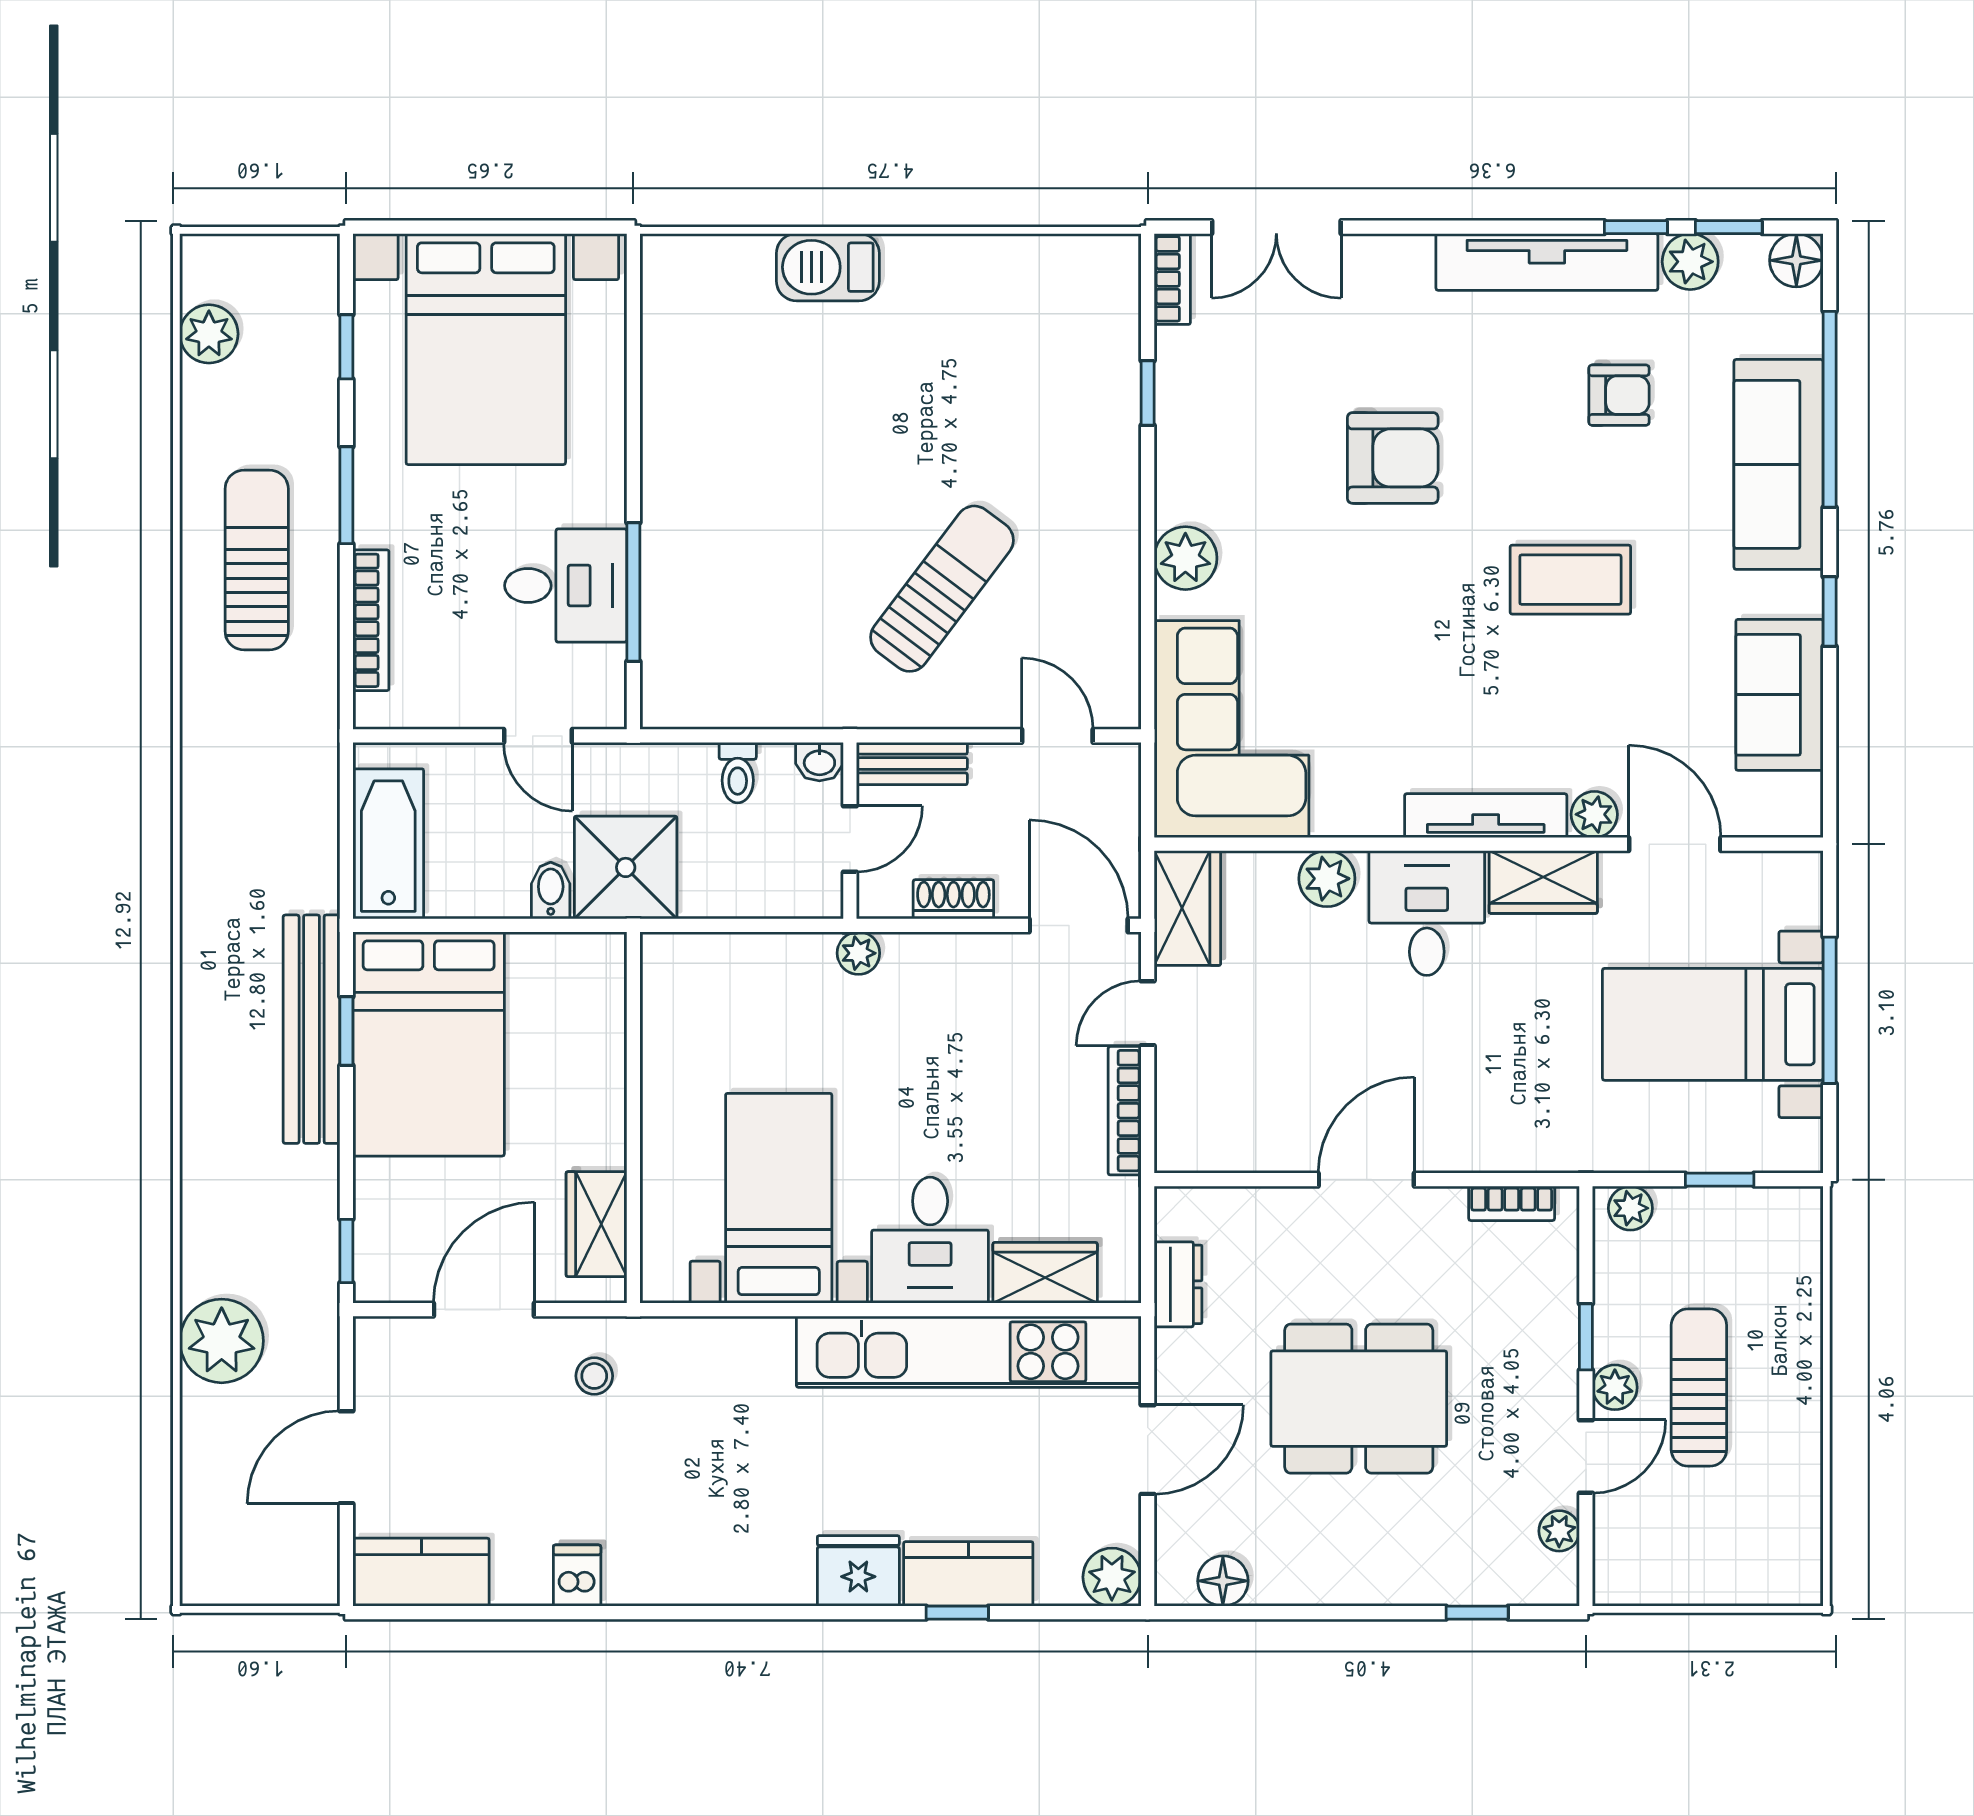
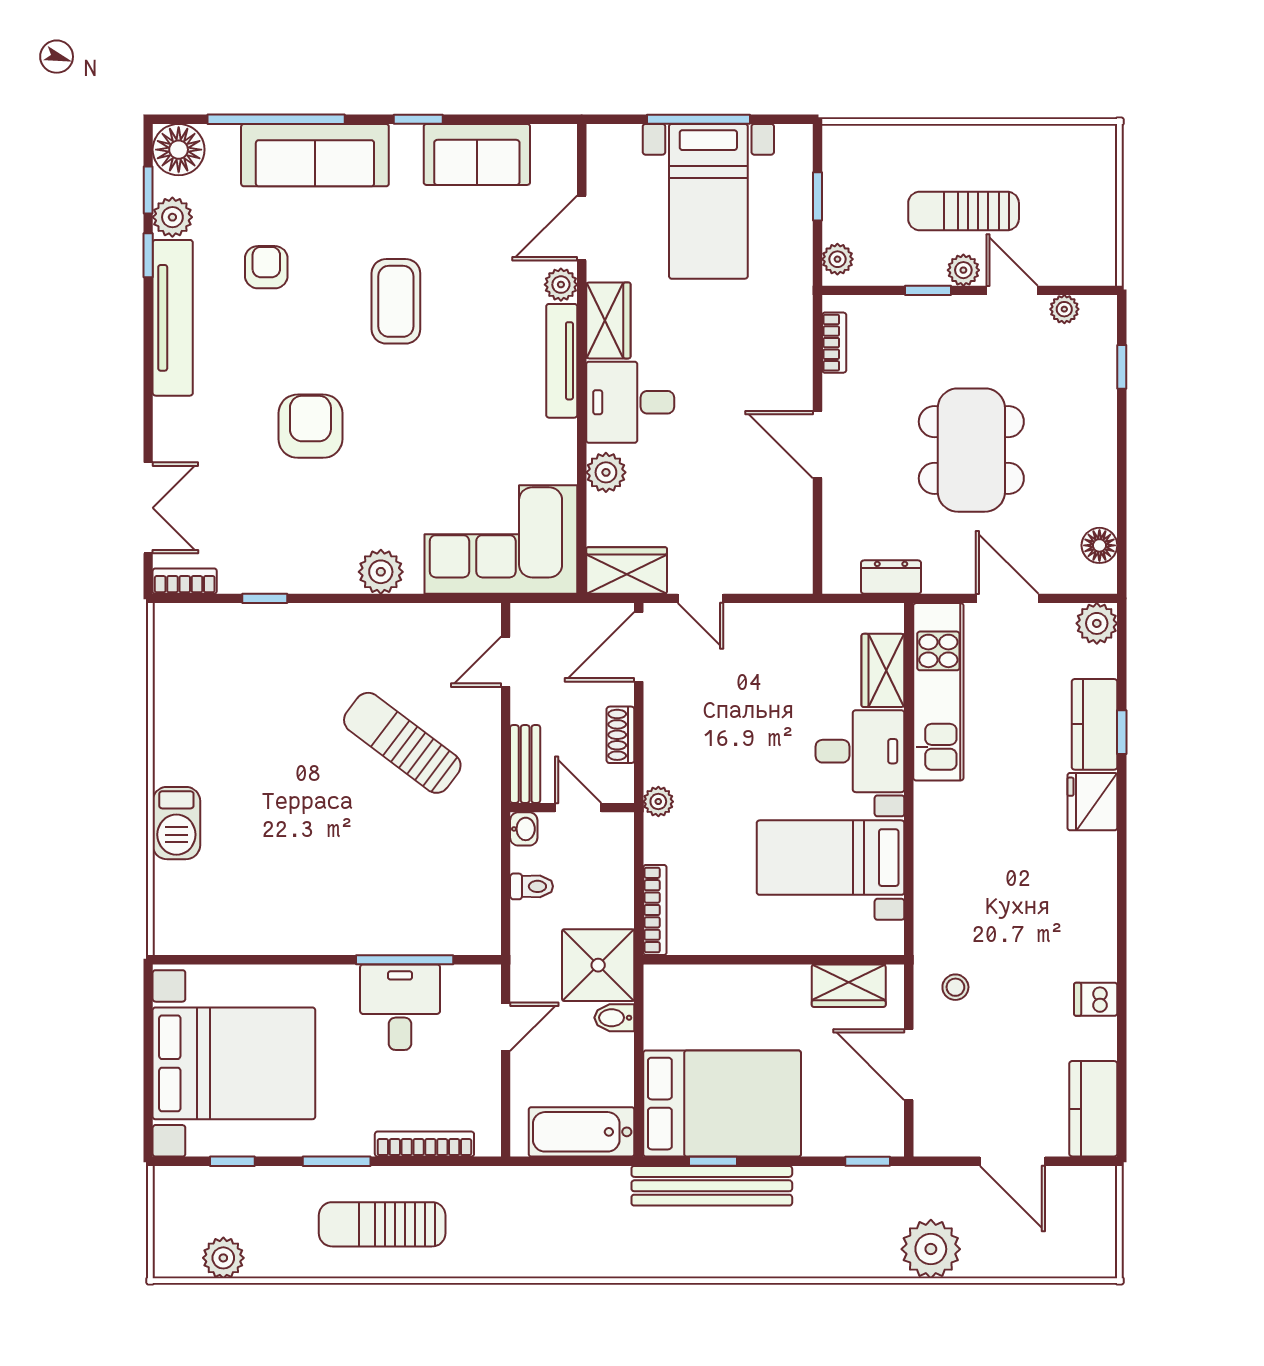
floor lamp: (1796, 260) -> (179, 150), width x1.38, depth x1.38
bookcase: (1125, 1111) -> (655, 910), moved, turned -90
kitchen unit: (969, 1352) -> (938, 692), width x0.73

